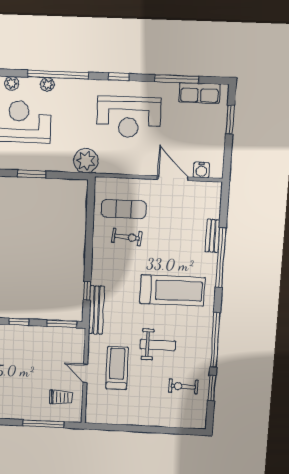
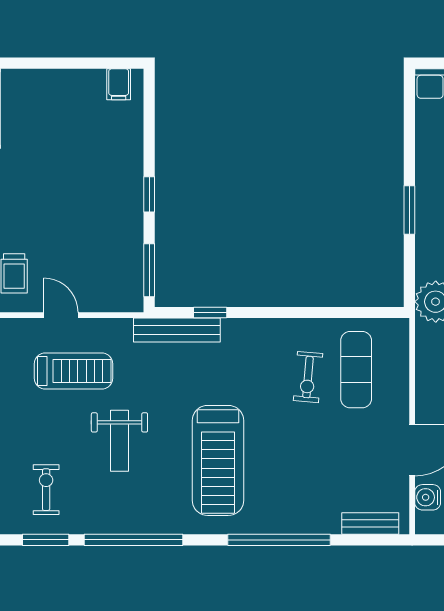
bench: (213, 236) -> (370, 524), moved
door: (85, 373) -> (61, 315), hinge flipped

